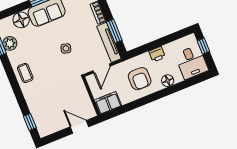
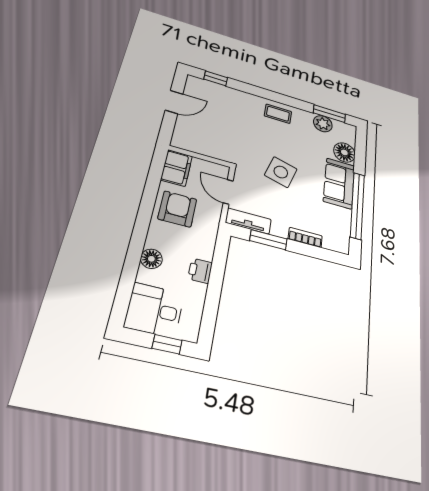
tv unit: (109, 42) -> (248, 221), width x0.71
side table: (66, 48) -> (281, 172), width x1.87, depth x1.87
armchair: (140, 79) -> (177, 209), moved, turned 90
door: (80, 127) -> (174, 102), moved

